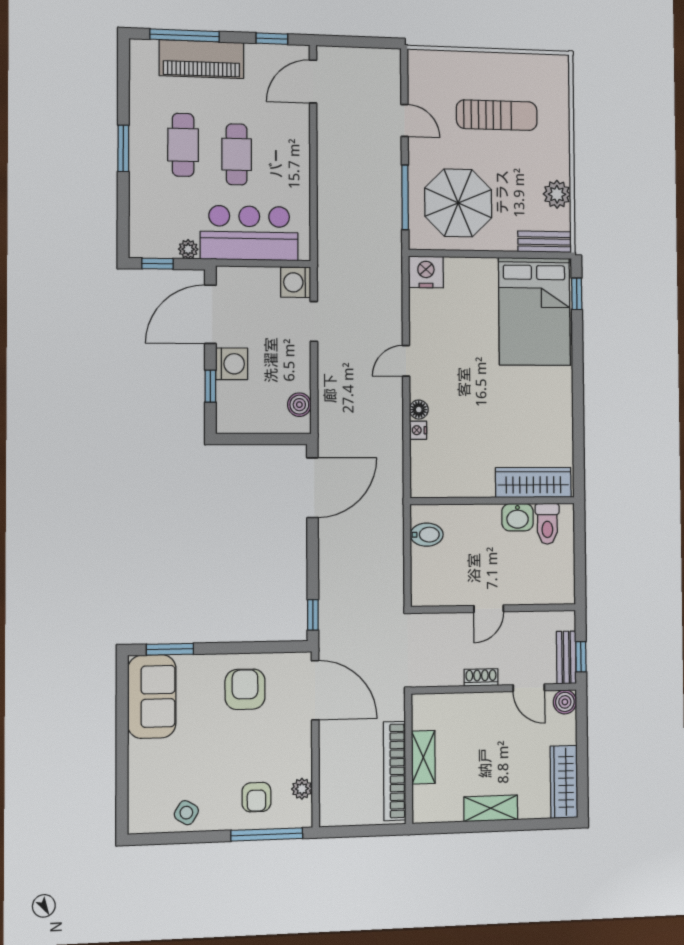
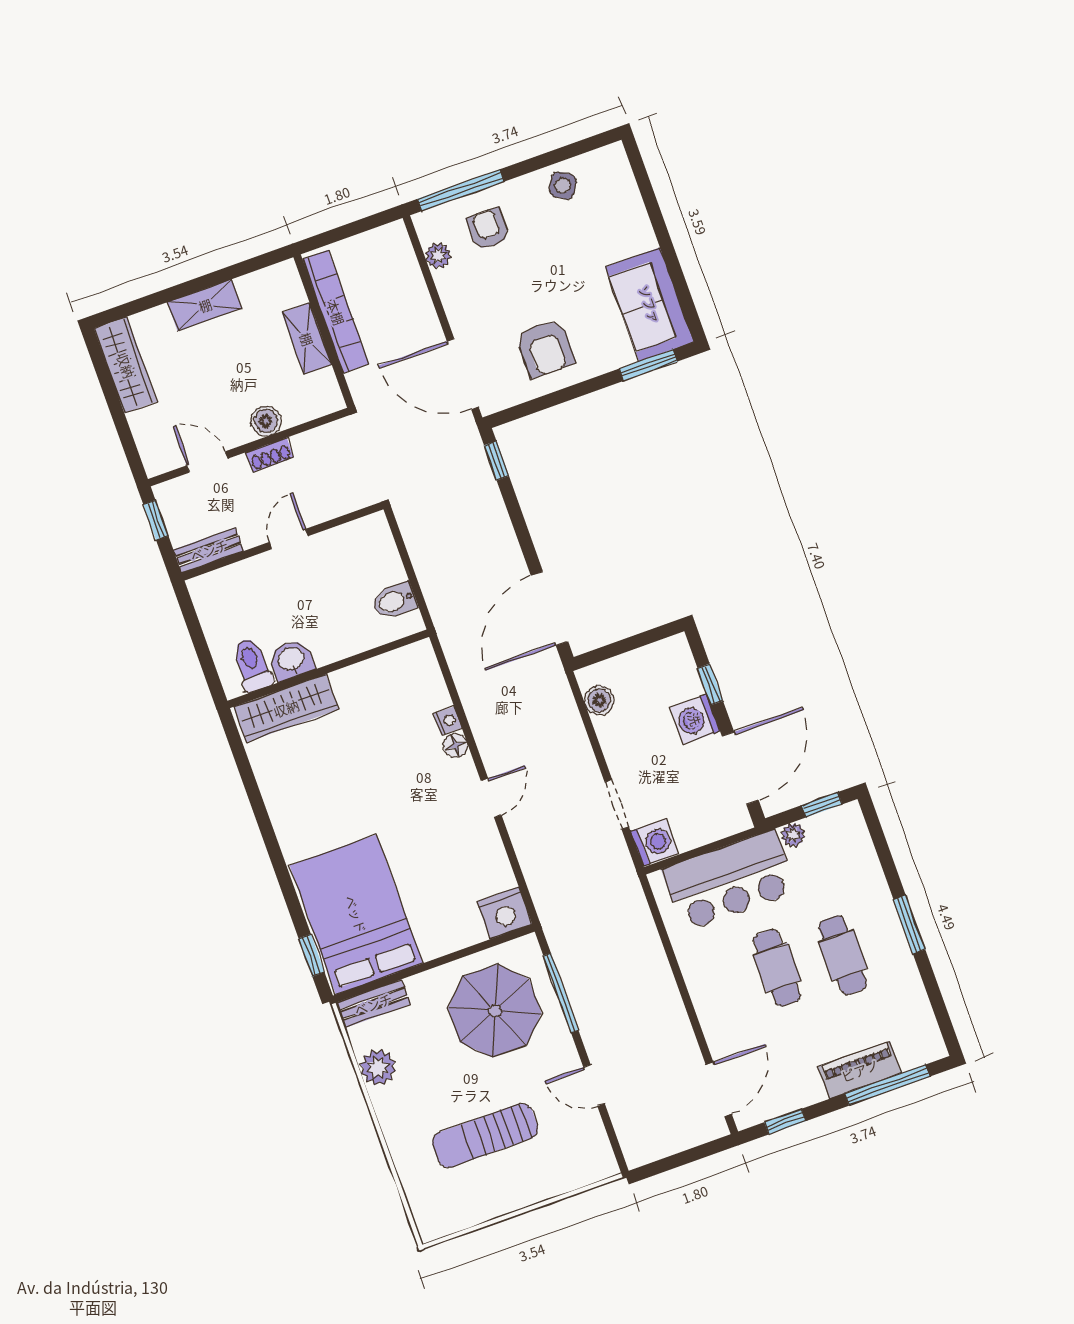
piano: (202, 59) -> (860, 1070), width x0.73, depth x0.75
bench: (566, 657) -> (209, 550), moved, turned 90
boiler: (565, 702) -> (266, 421), moved

